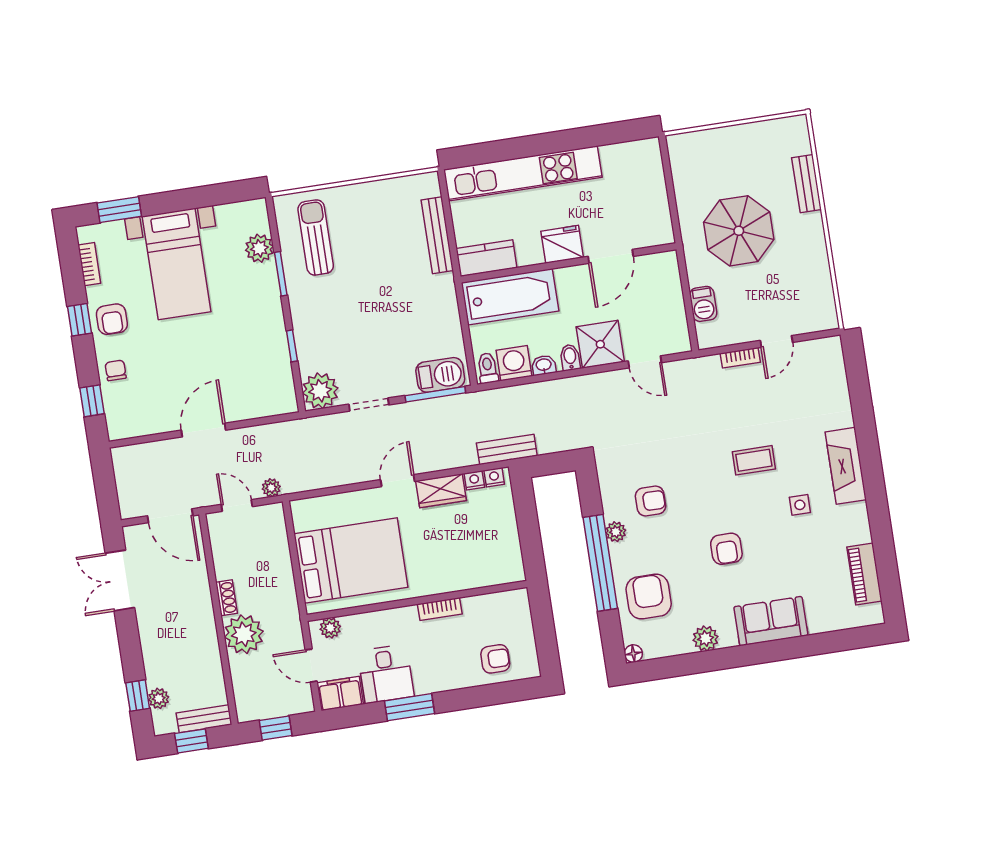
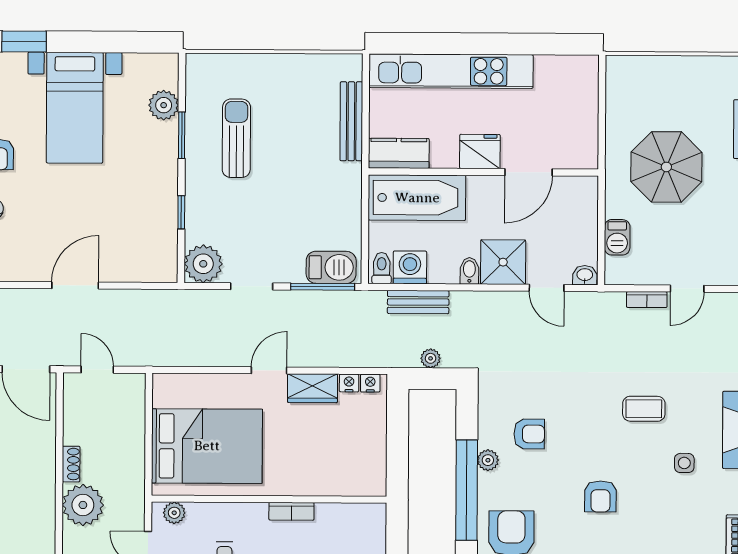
sun lounger: (316, 237) -> (236, 138), moved
washbasin: (544, 365) -> (585, 275), moved
bench: (507, 449) -> (418, 302), moved
plant: (271, 488) -> (431, 358), moved

